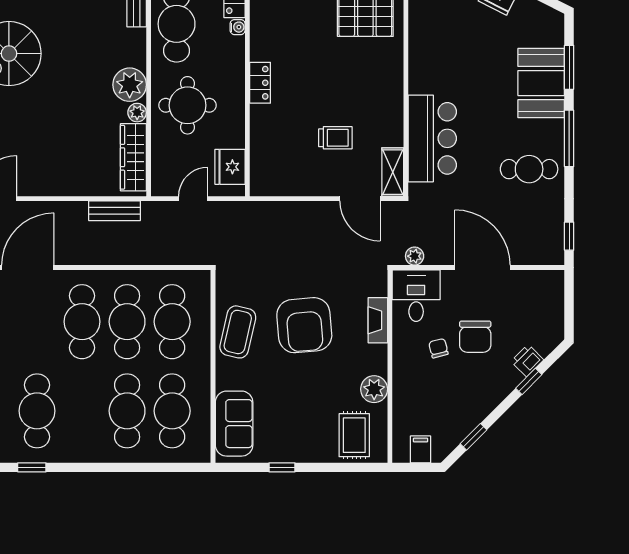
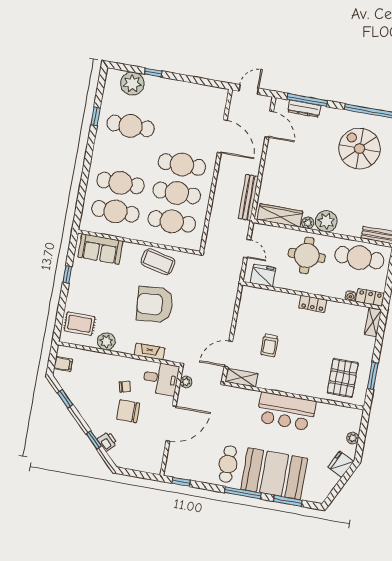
booth: (541, 83) -> (274, 474), width x1.36, depth x1.42
bar counter: (432, 138) -> (286, 411), moved
bench: (114, 211) -> (248, 197), width x1.36

